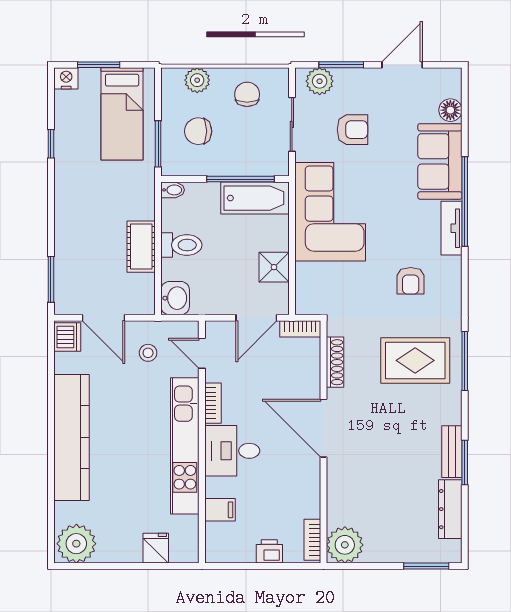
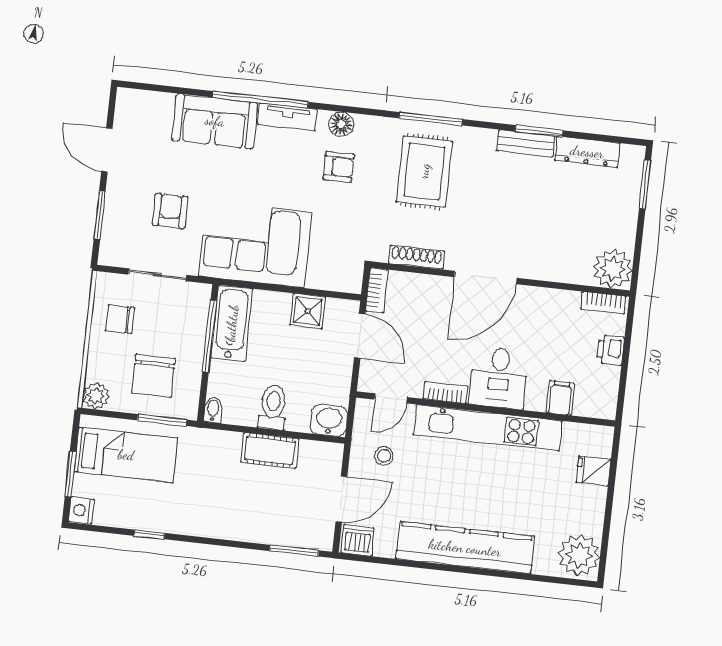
plant: (197, 80) -> (96, 396), moved
plant: (320, 81) -> (115, 240), removed
floor lamp: (450, 110) -> (341, 124), moved
chair: (198, 131) -> (153, 376), width x1.37, depth x1.37

